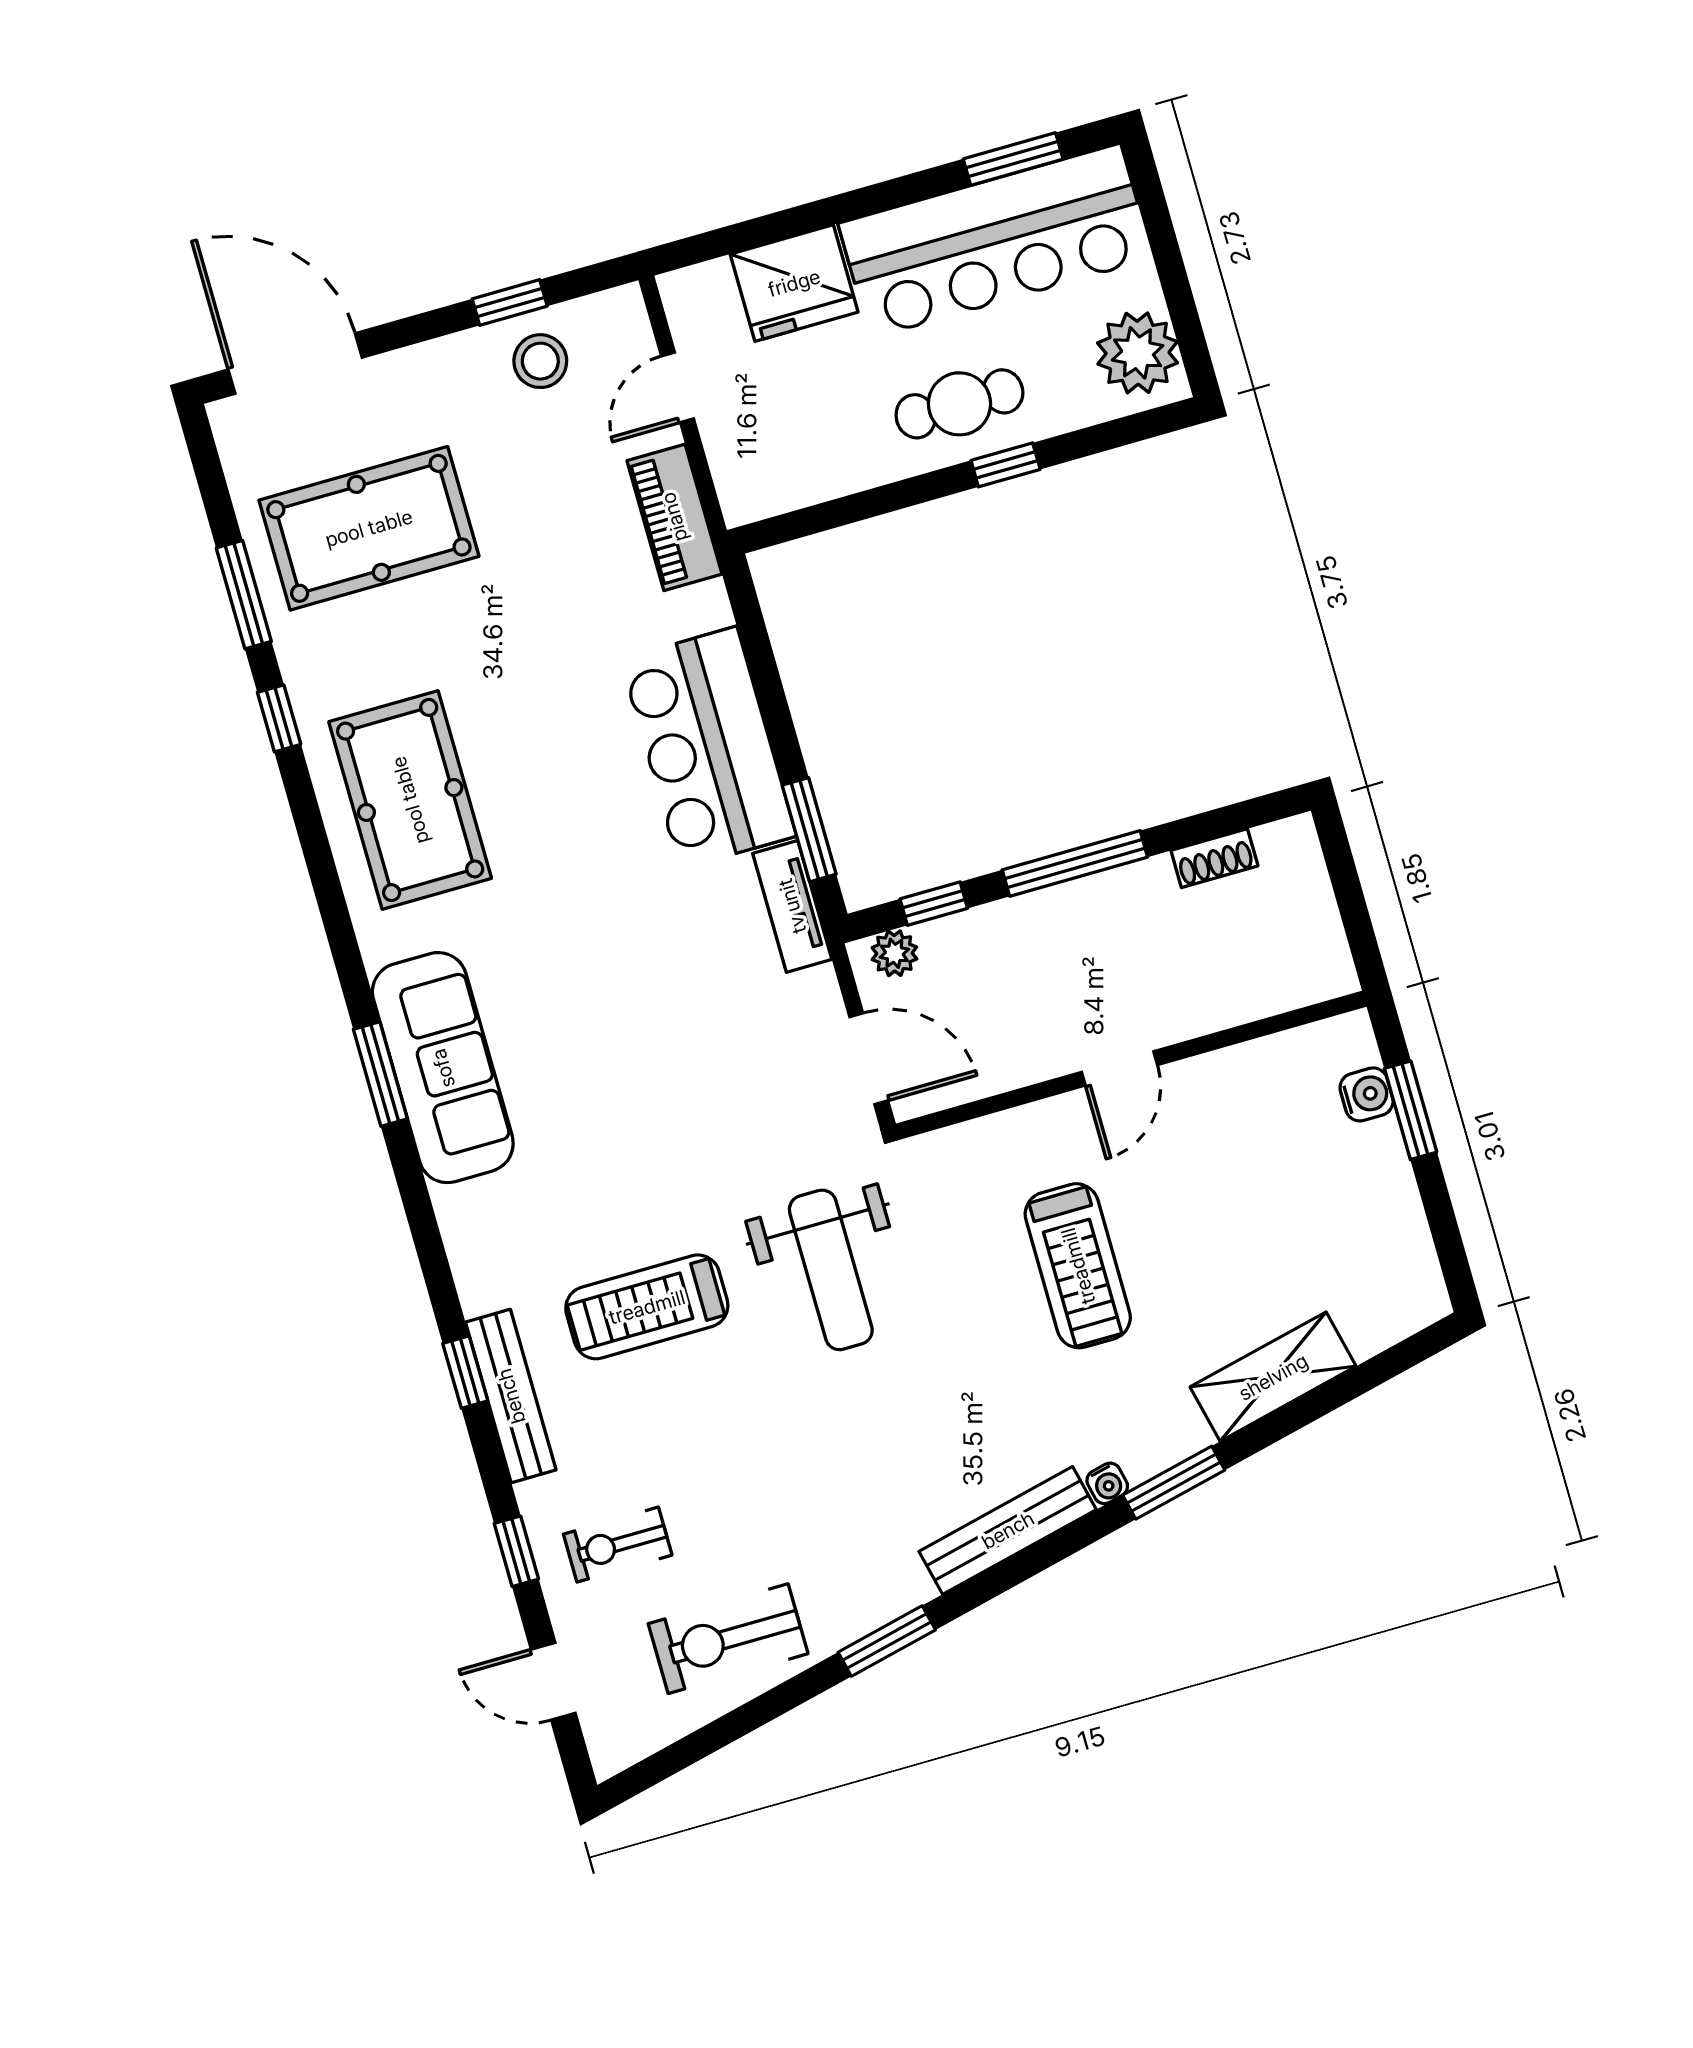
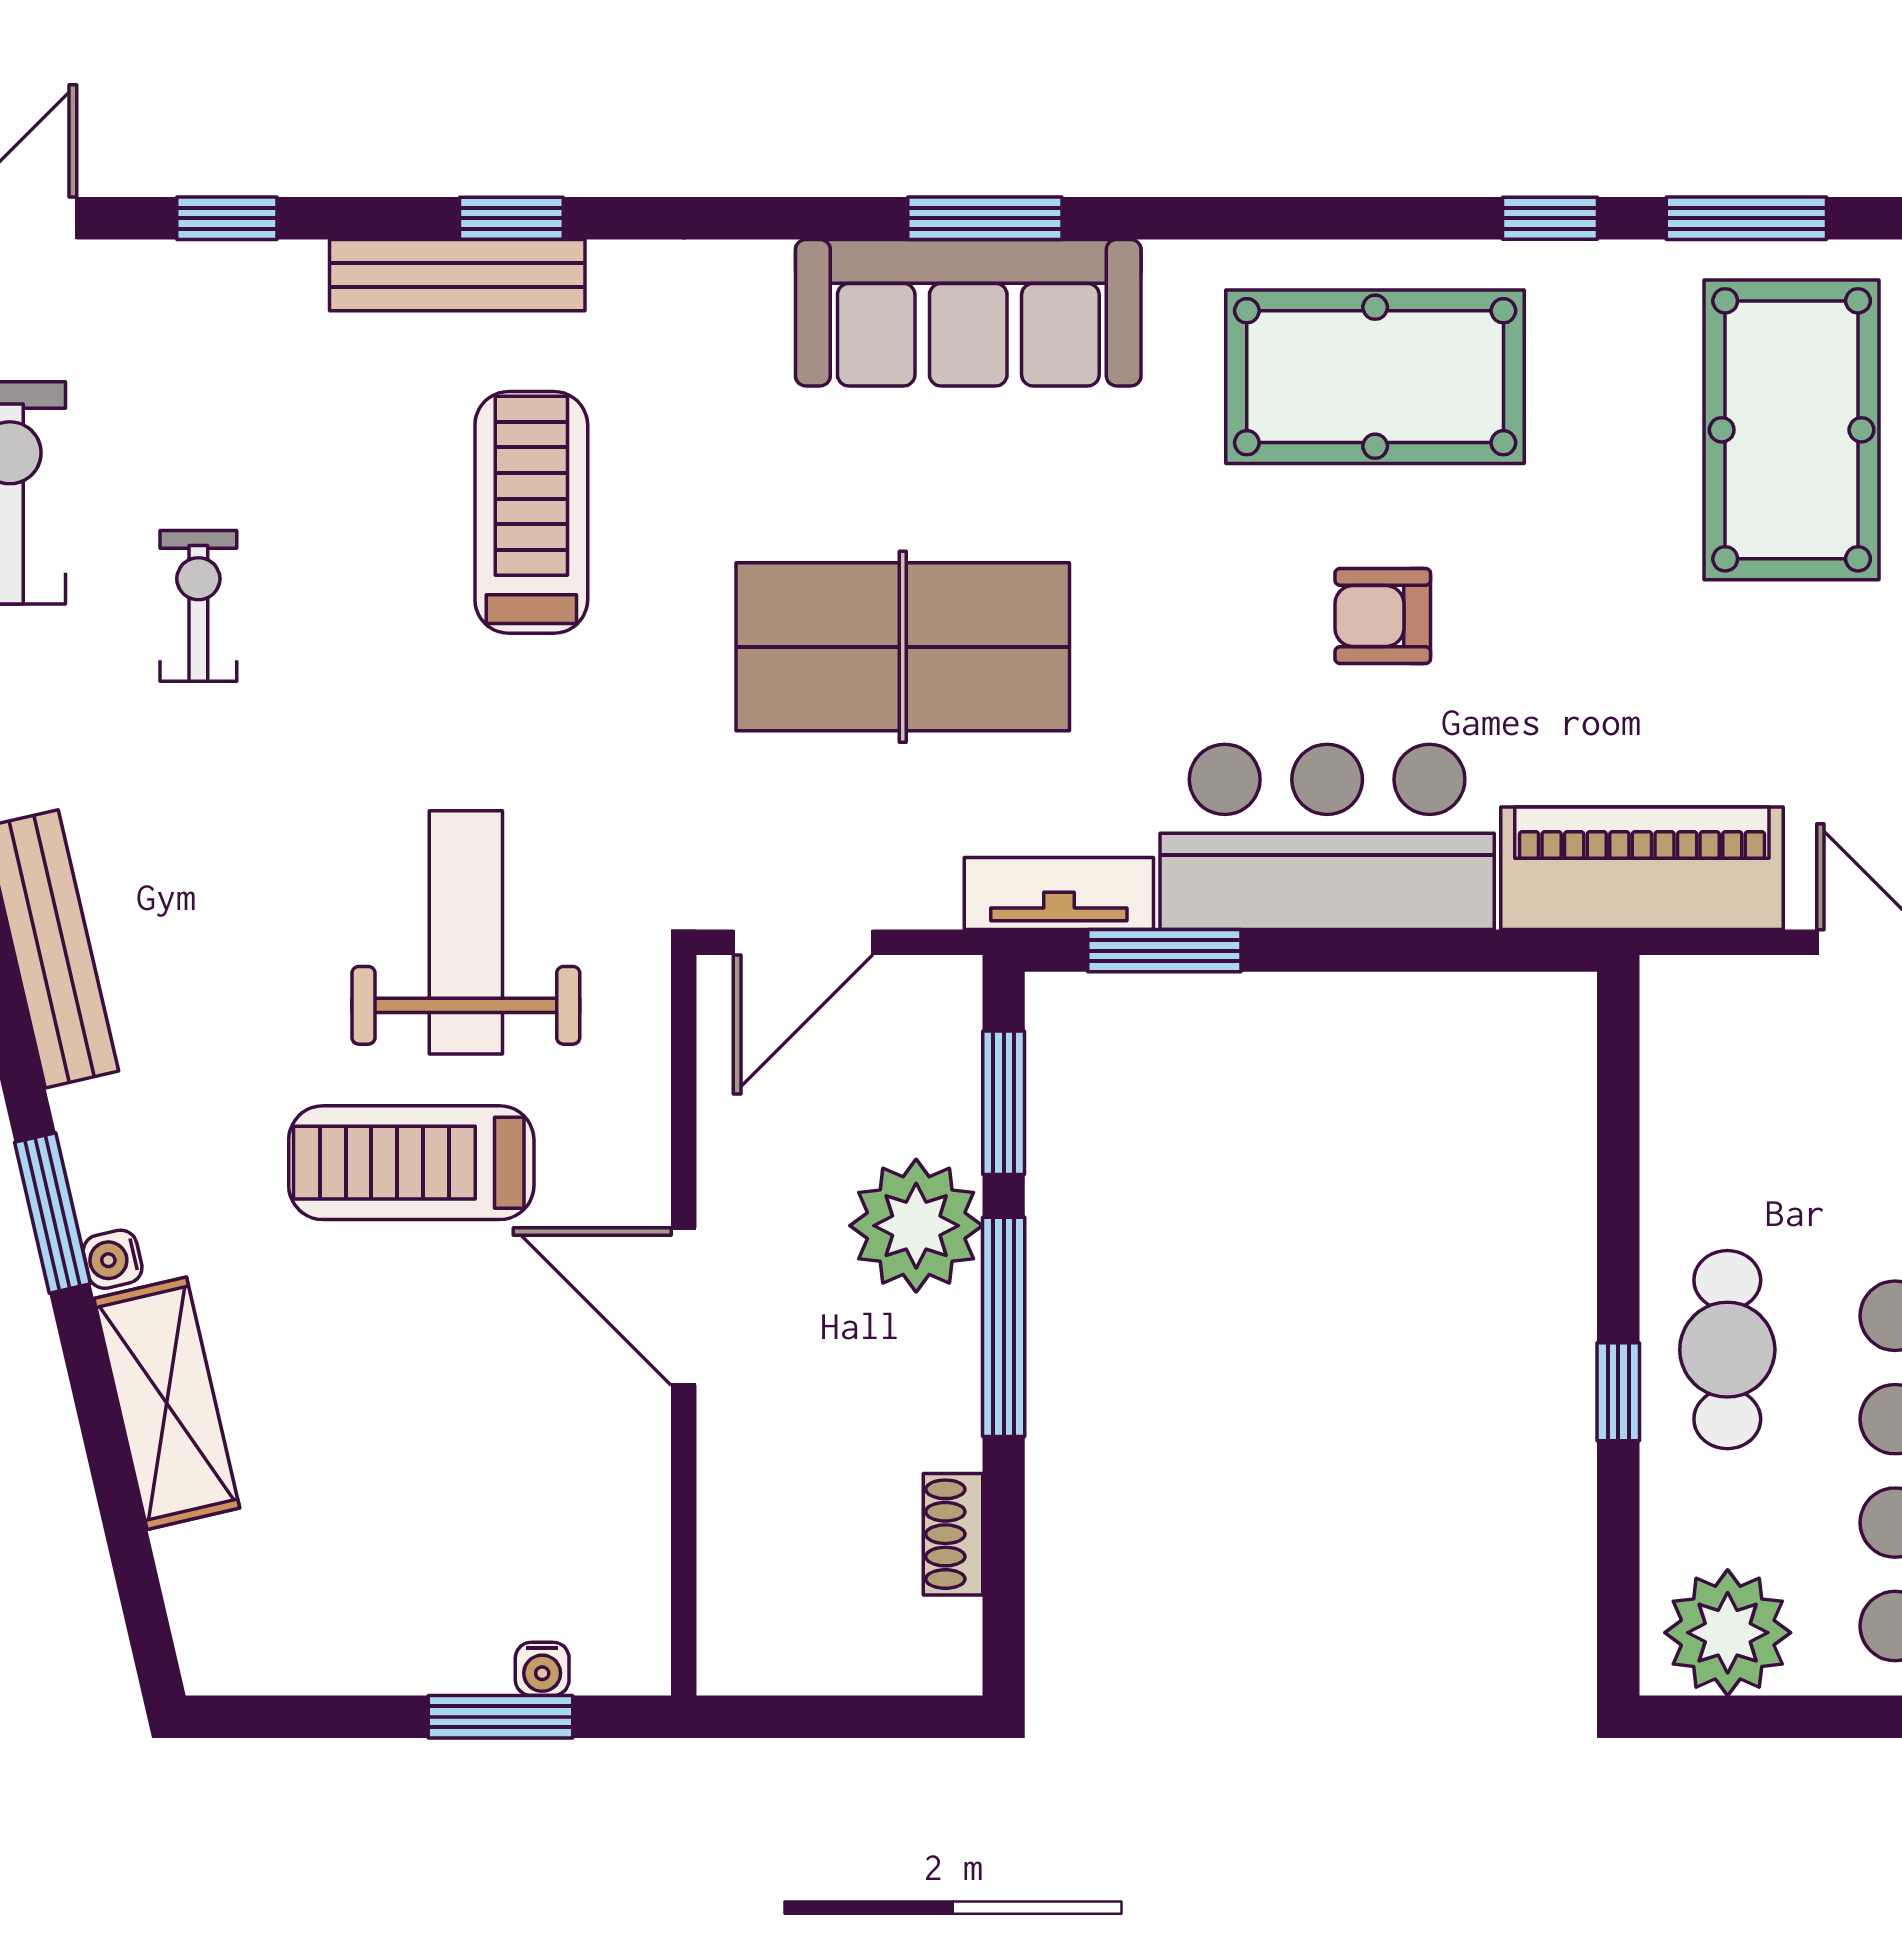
piano: (674, 517) -> (1642, 868), width x1.37, depth x1.33
armchair: (559, 752) -> (1383, 616), added
window: (934, 904) -> (1004, 1103), width x1.50
plant: (894, 953) -> (916, 1226), moved, width x1.88, depth x1.88
table tennis table: (665, 1049) -> (903, 647), added
door: (1119, 1068) -> (684, 1307), width x1.38
water cooler: (1367, 1094) -> (542, 1669), width x0.72, depth x0.72
weight bench: (831, 1270) -> (466, 932), moved, turned 90
water cooler: (1107, 1483) -> (113, 1259), moved
exercise bike: (618, 1545) -> (198, 606), moved

